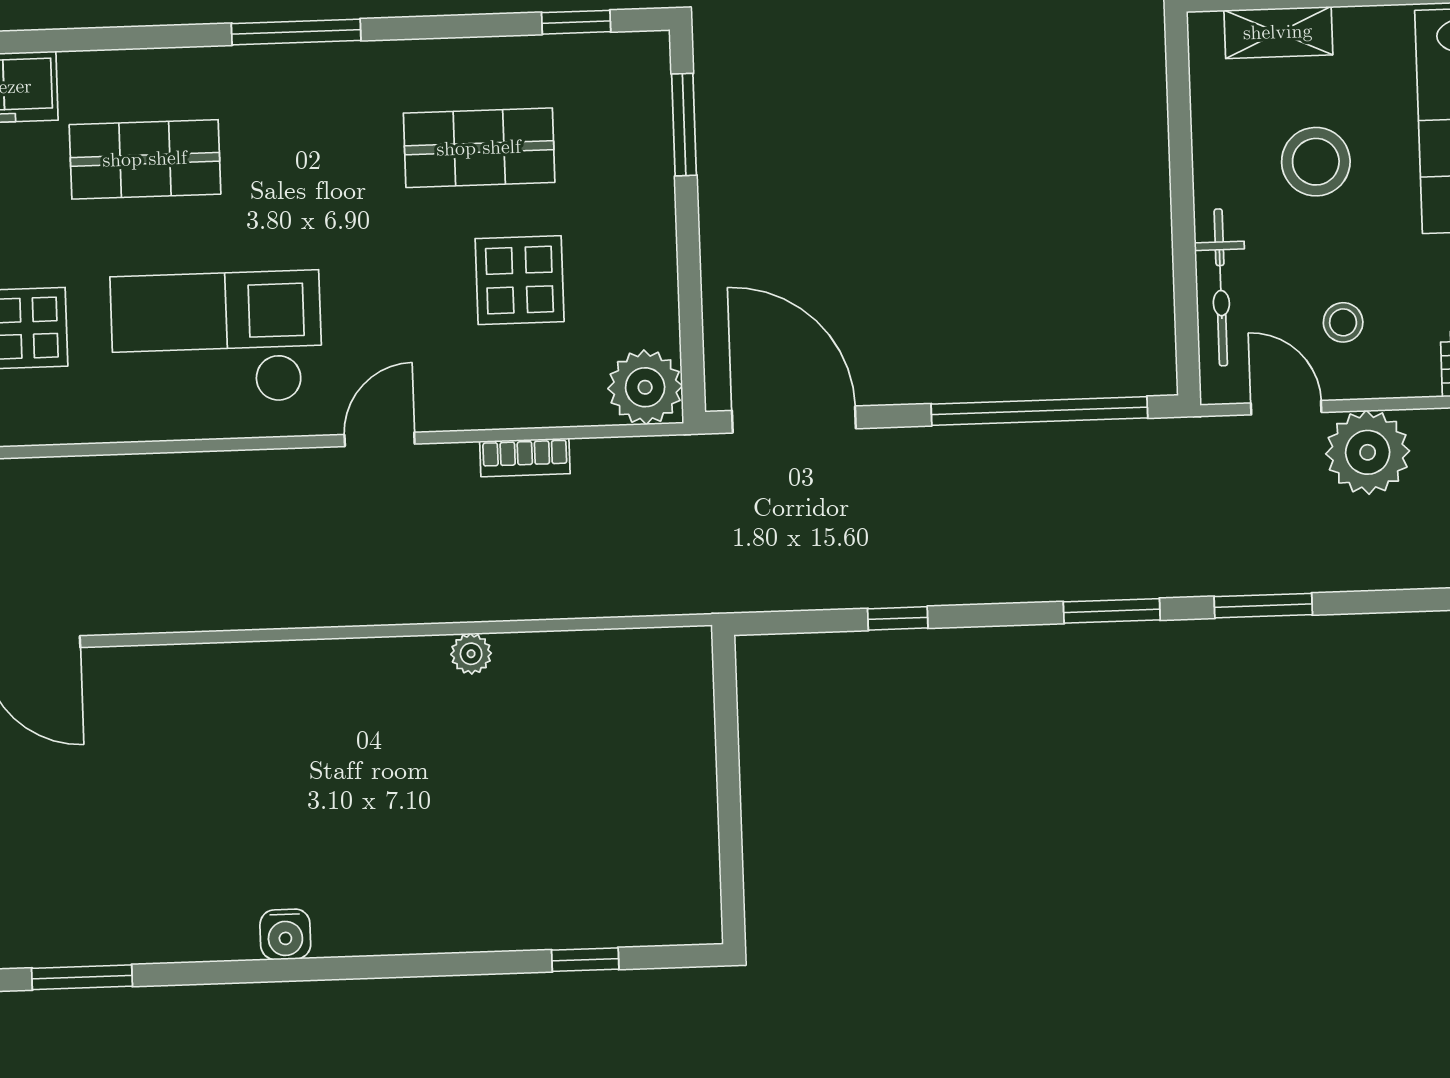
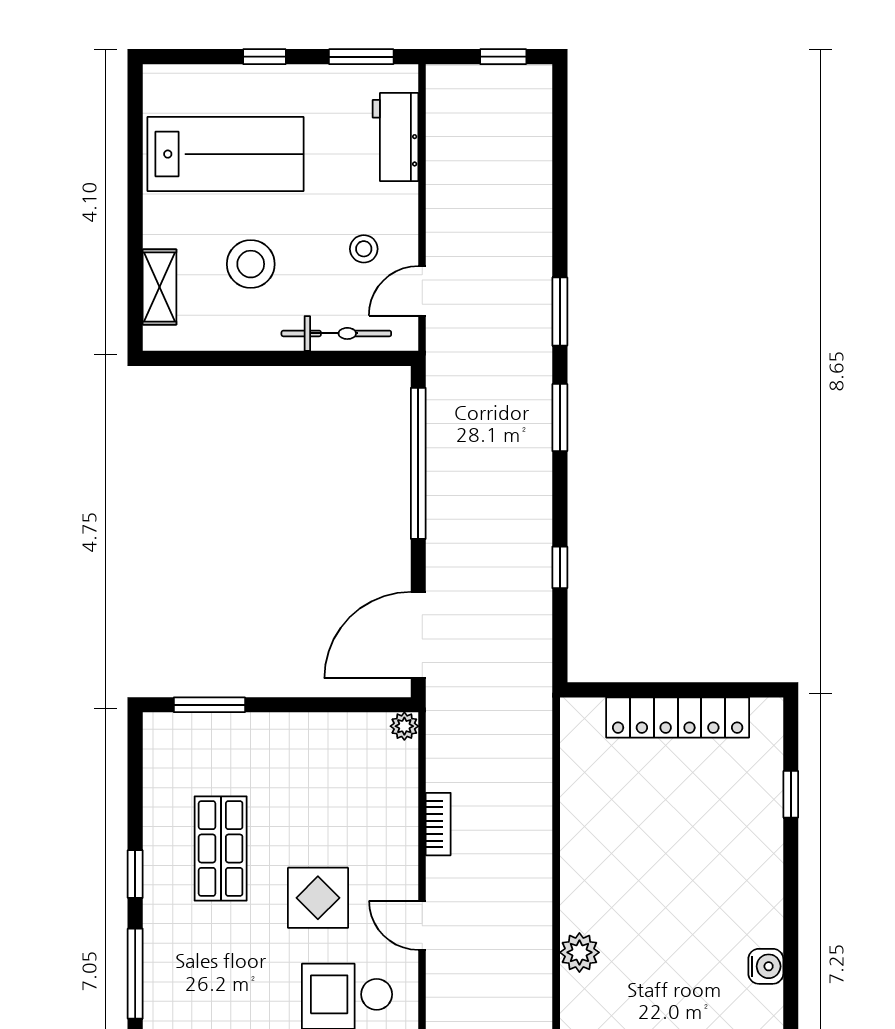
window: (576, 22) -> (135, 874), moved
display table: (520, 280) -> (318, 898), moved
plant: (645, 387) -> (404, 726), width x0.53, depth x0.53
plant: (1368, 452) -> (455, 235), removed
plant: (471, 654) -> (579, 952), moved, width x1.38, depth x1.38
locker: (689, 794) -> (678, 717), added
water cooler: (285, 934) -> (766, 966), moved

